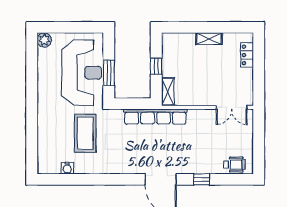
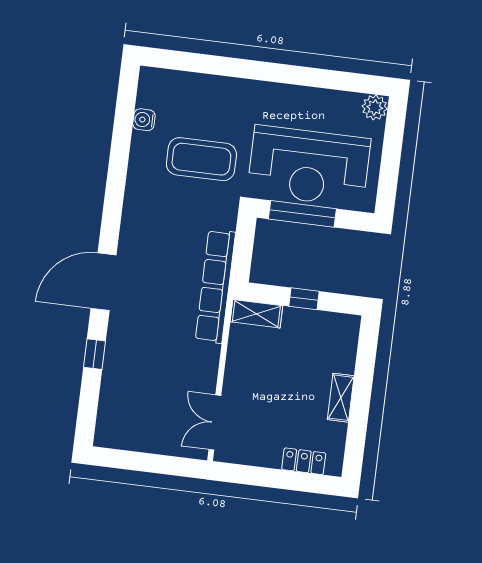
window: (109, 73) -> (302, 214), width x1.44
wheelchair: (235, 164) -> (114, 415), removed

